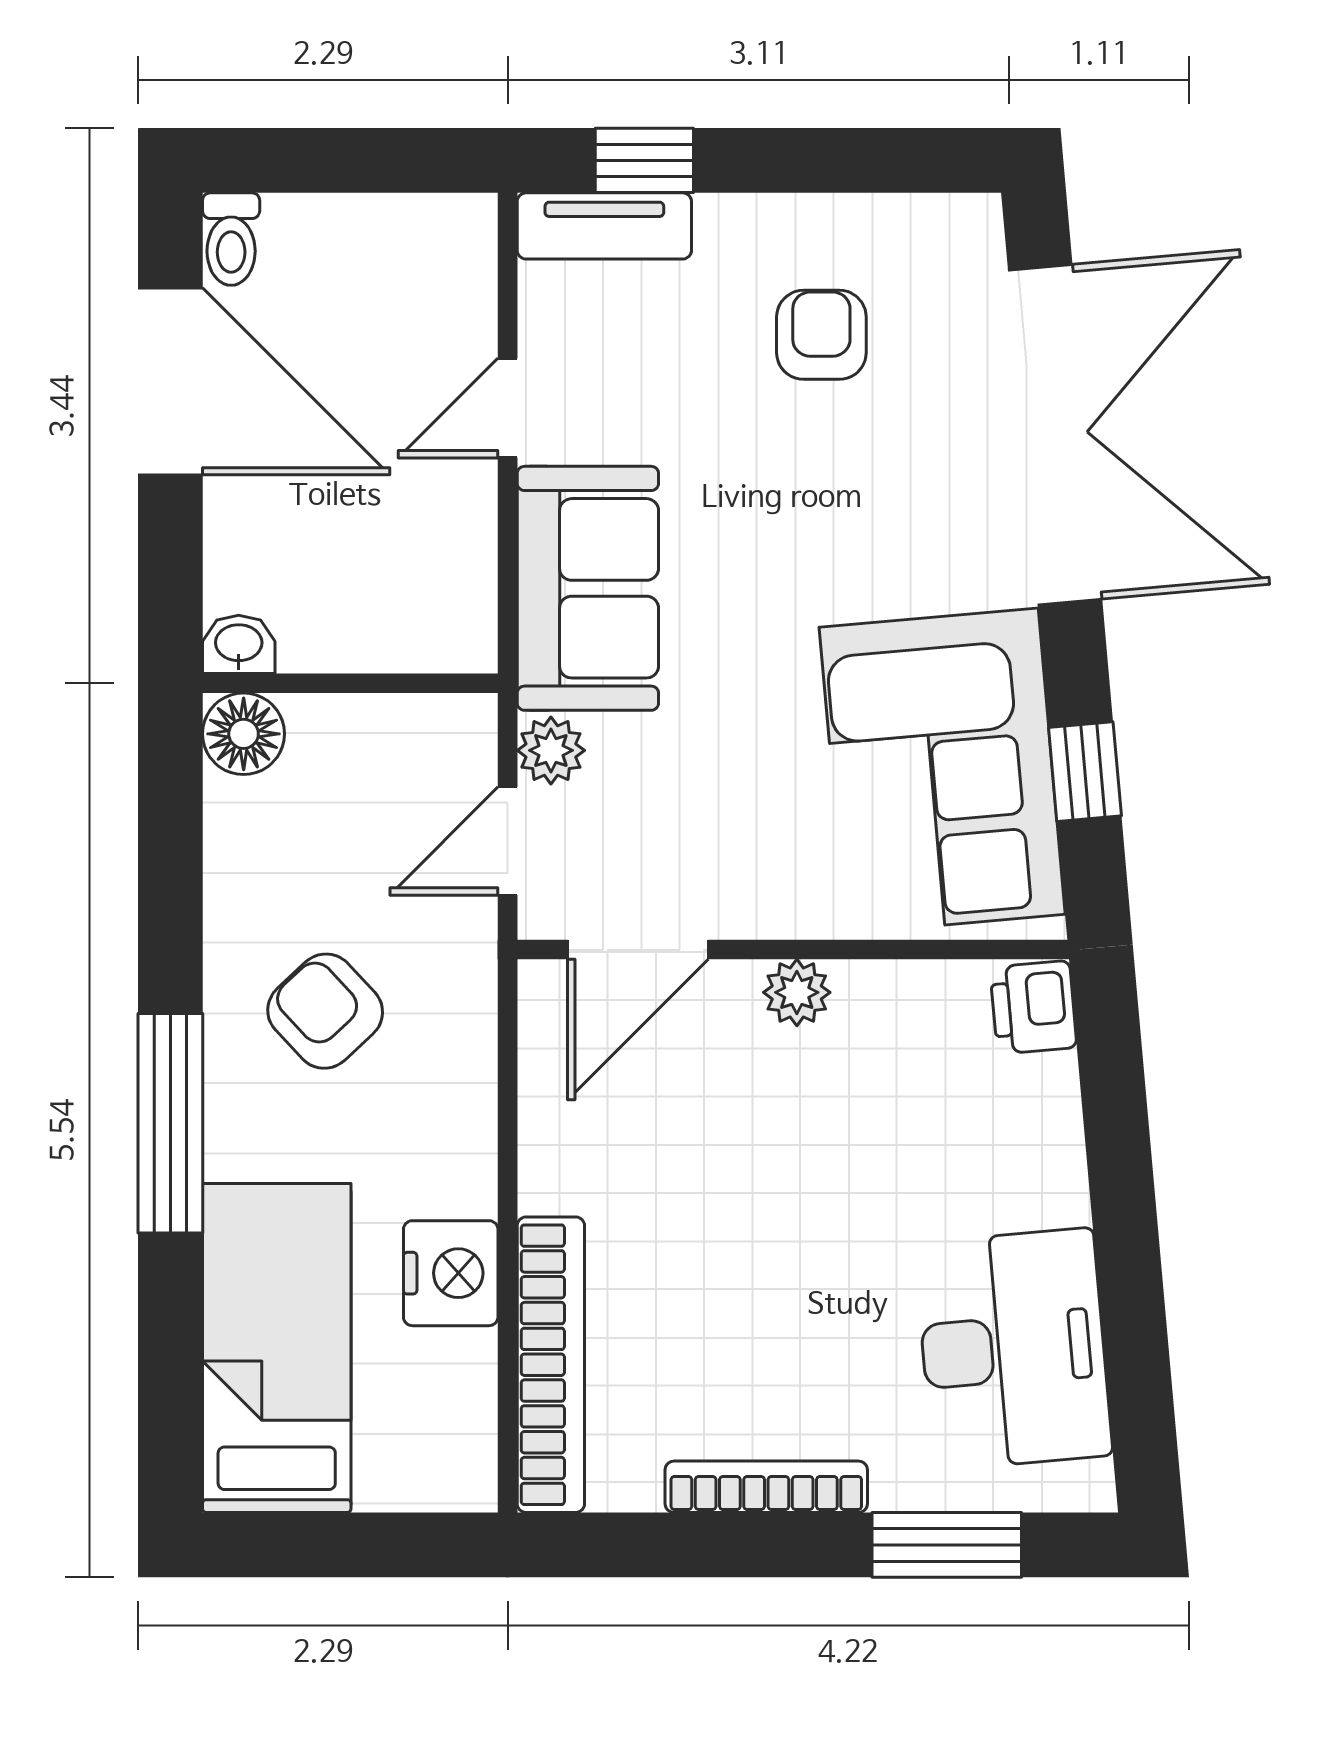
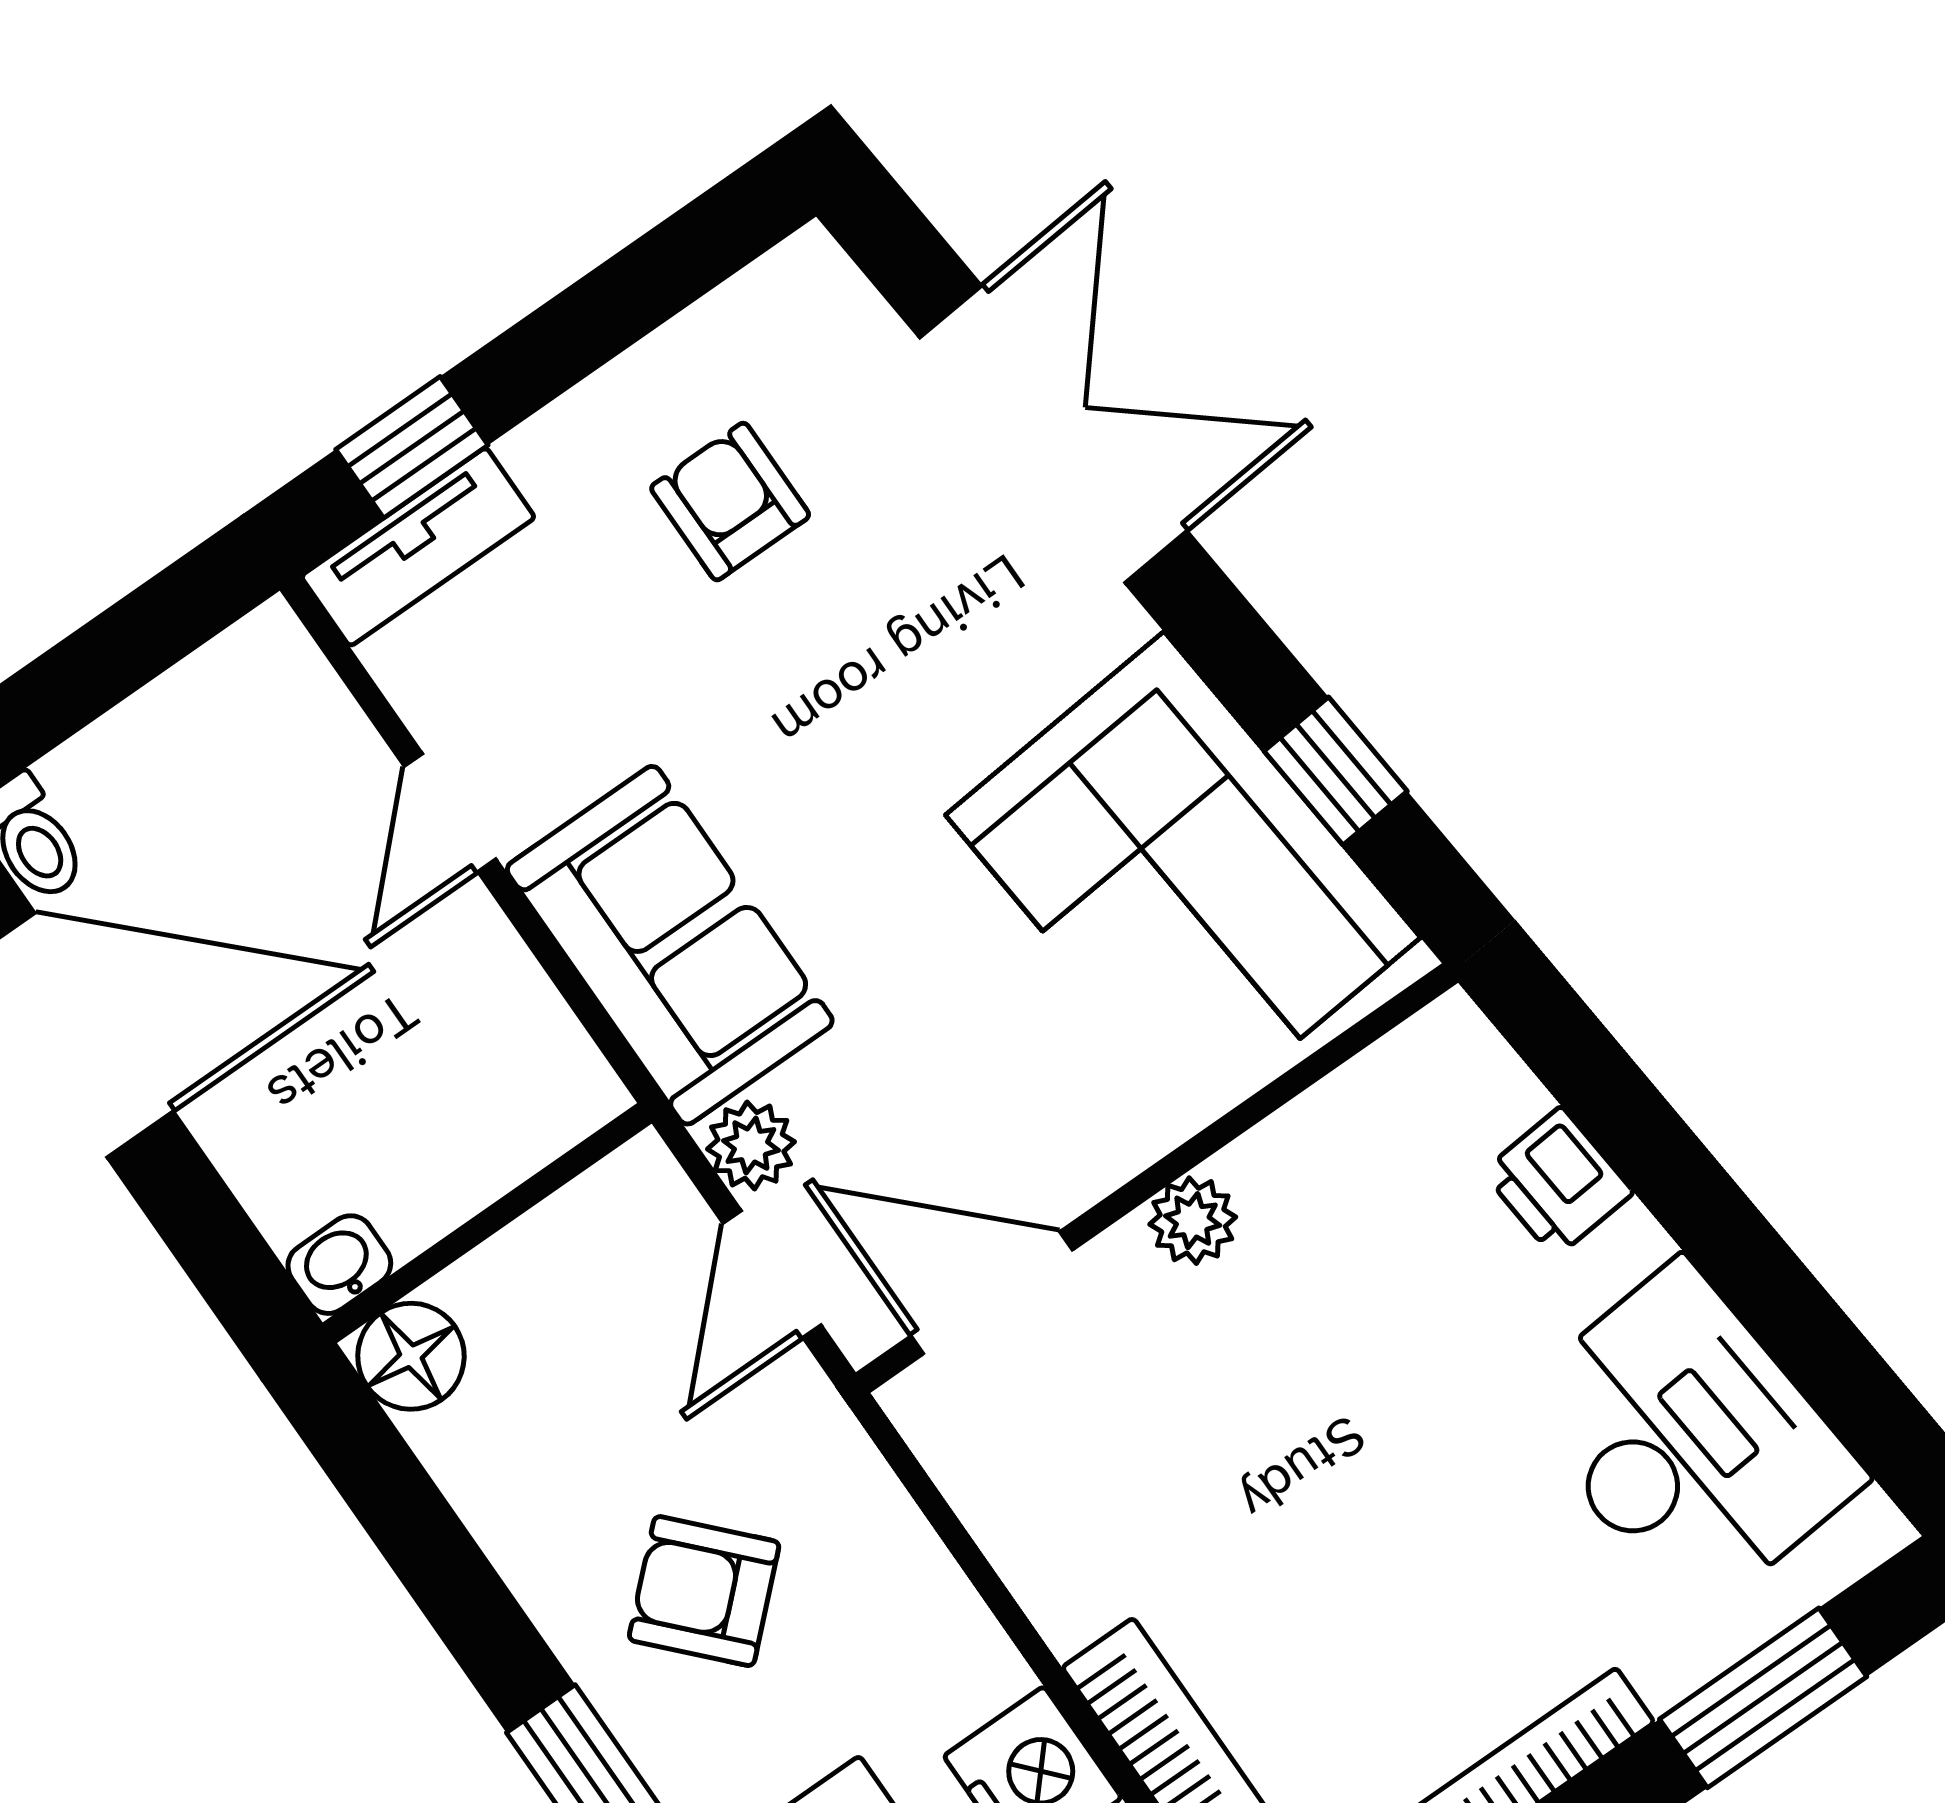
double door: (1055, 435) -> (1053, 434), width x0.73
door: (638, 950) -> (992, 1293), swing flipped
printer: (1033, 1007) -> (1558, 1182), moved

